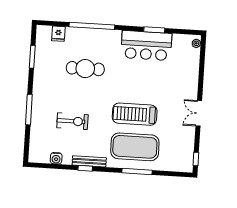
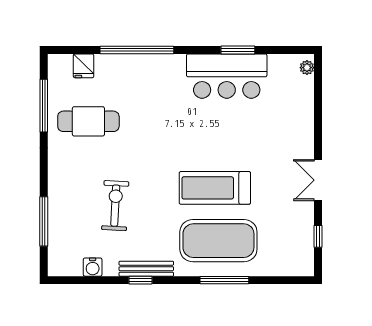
window: (32, 57) -> (44, 106), width x1.44
cafe table: (85, 69) -> (88, 121), moved
window: (29, 110) -> (44, 221), moved
exercise bike: (72, 121) -> (115, 206), turned -87
window: (196, 159) -> (318, 236), moved

